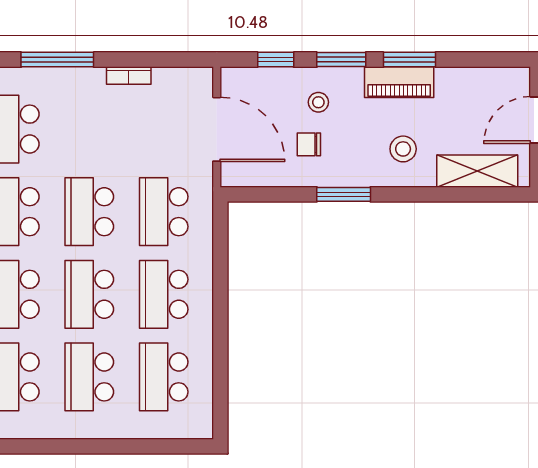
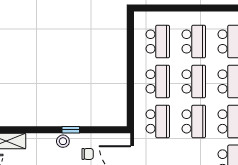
stool: (403, 149) -> (63, 141), moved
window: (344, 194) -> (71, 130), width x0.67

